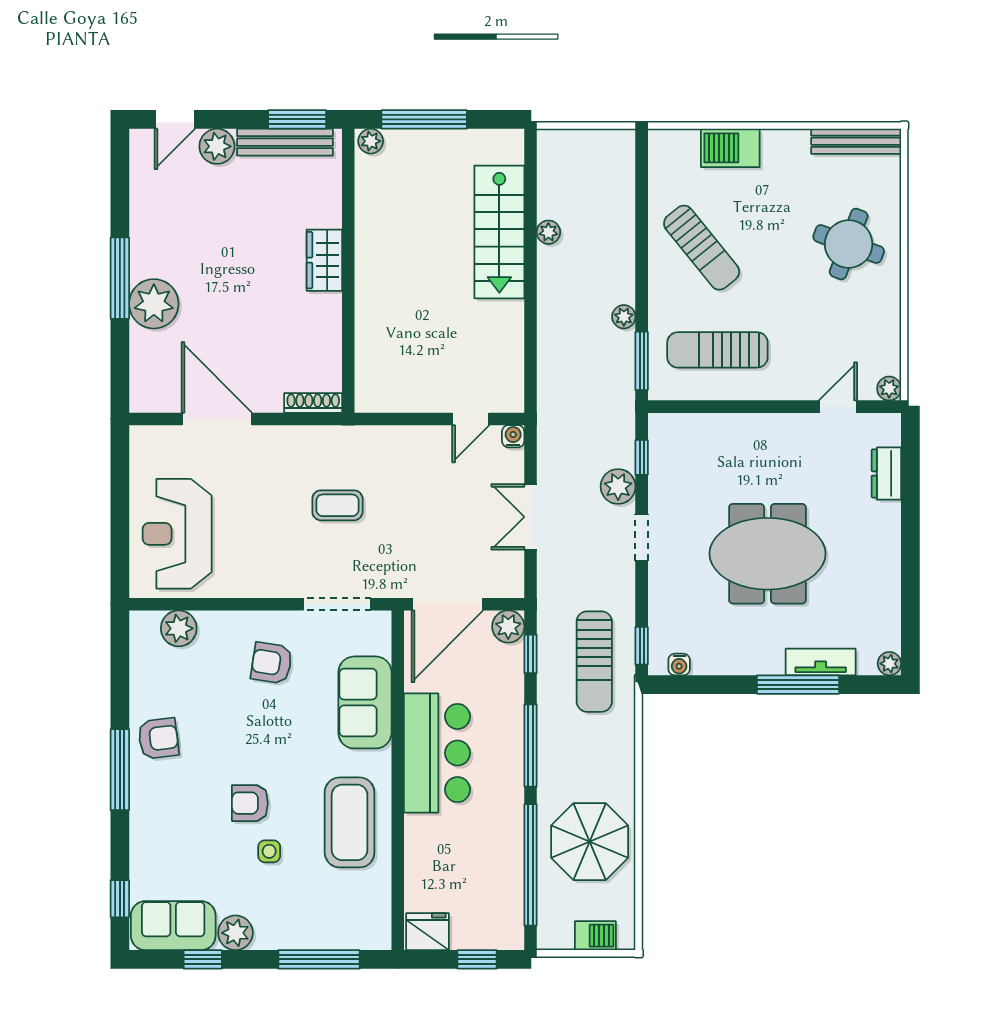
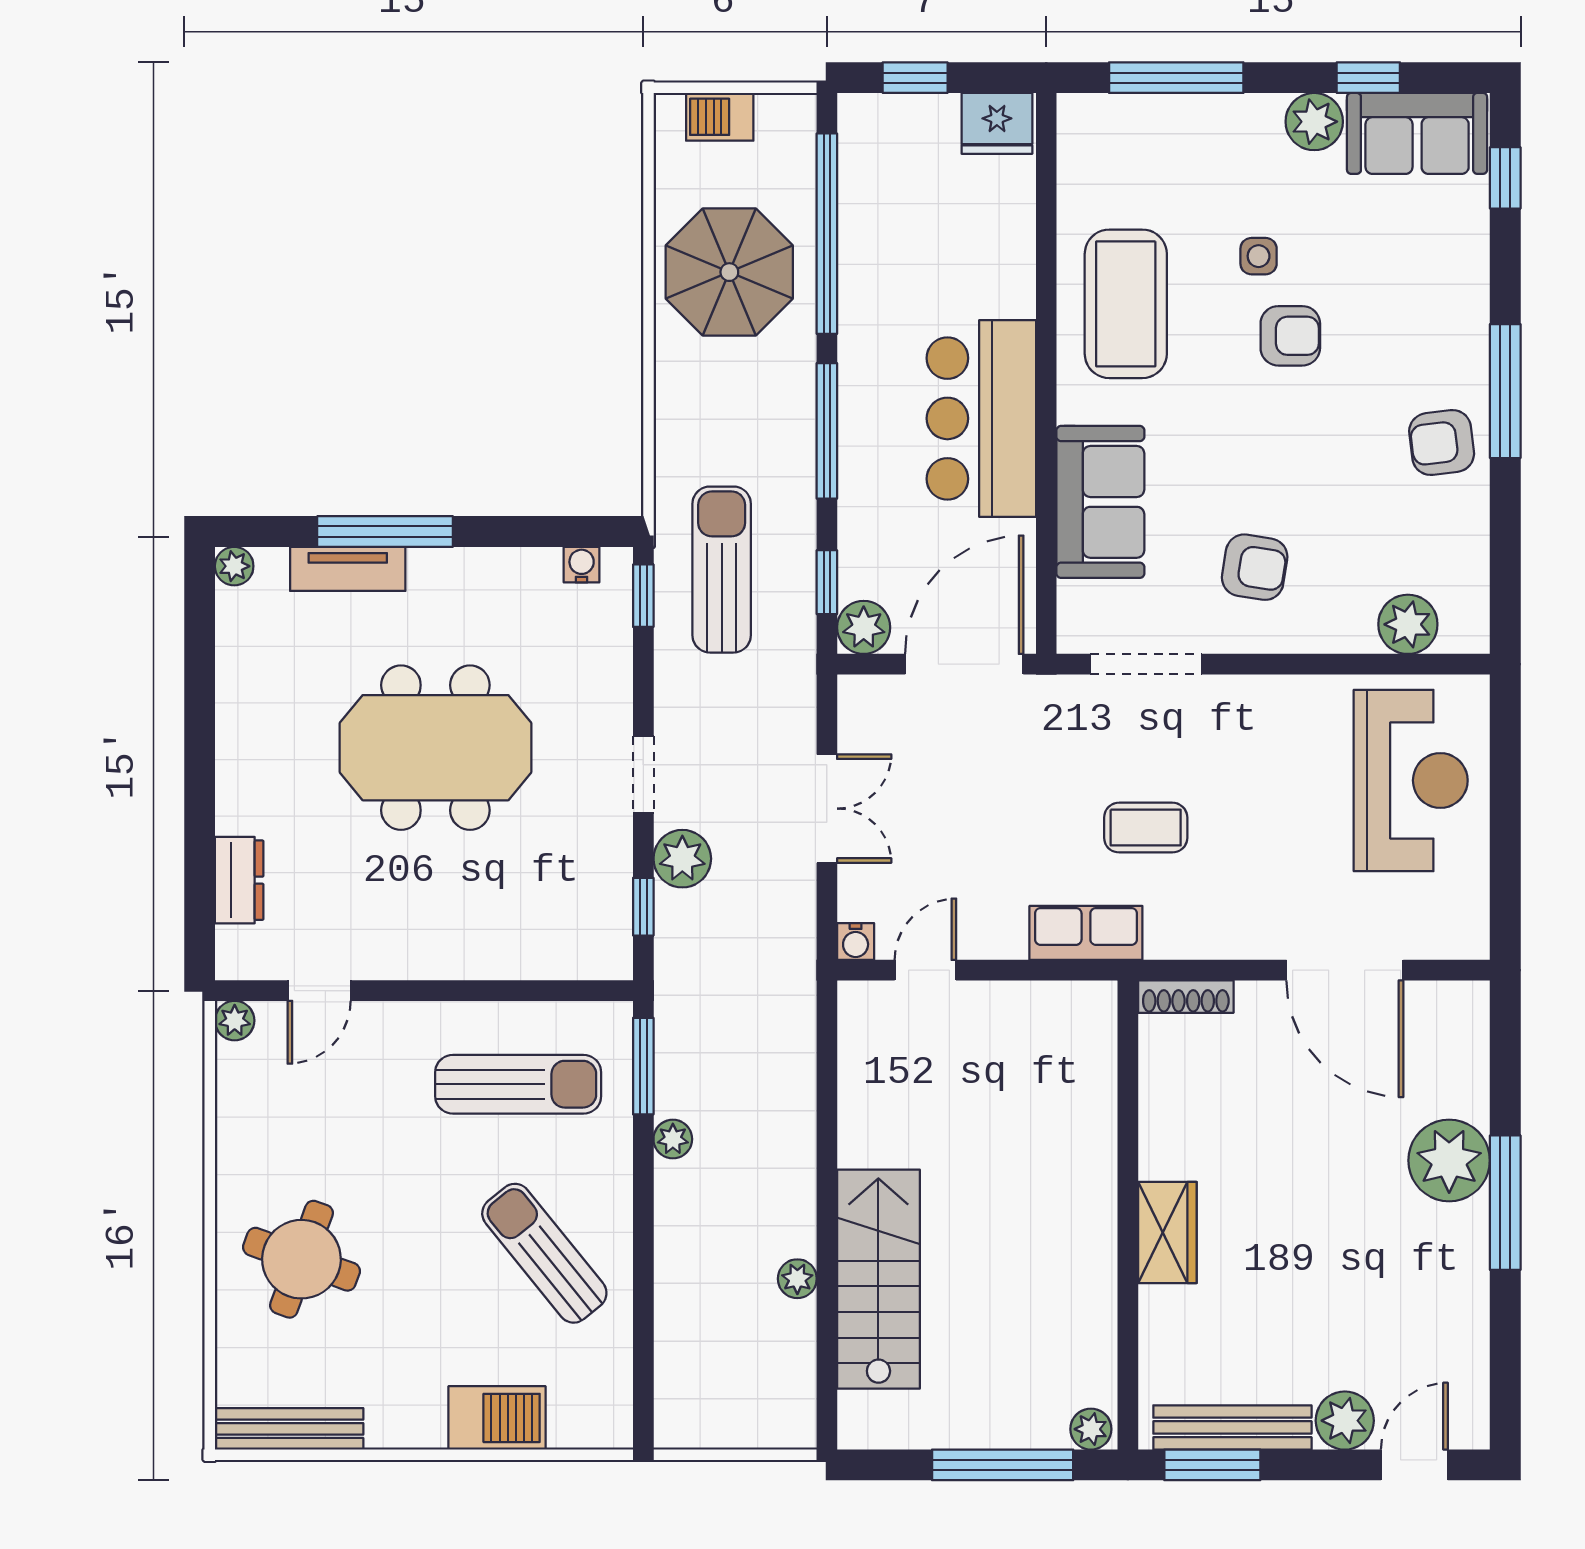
row of seats: (374, 441) -> (1086, 933), added

